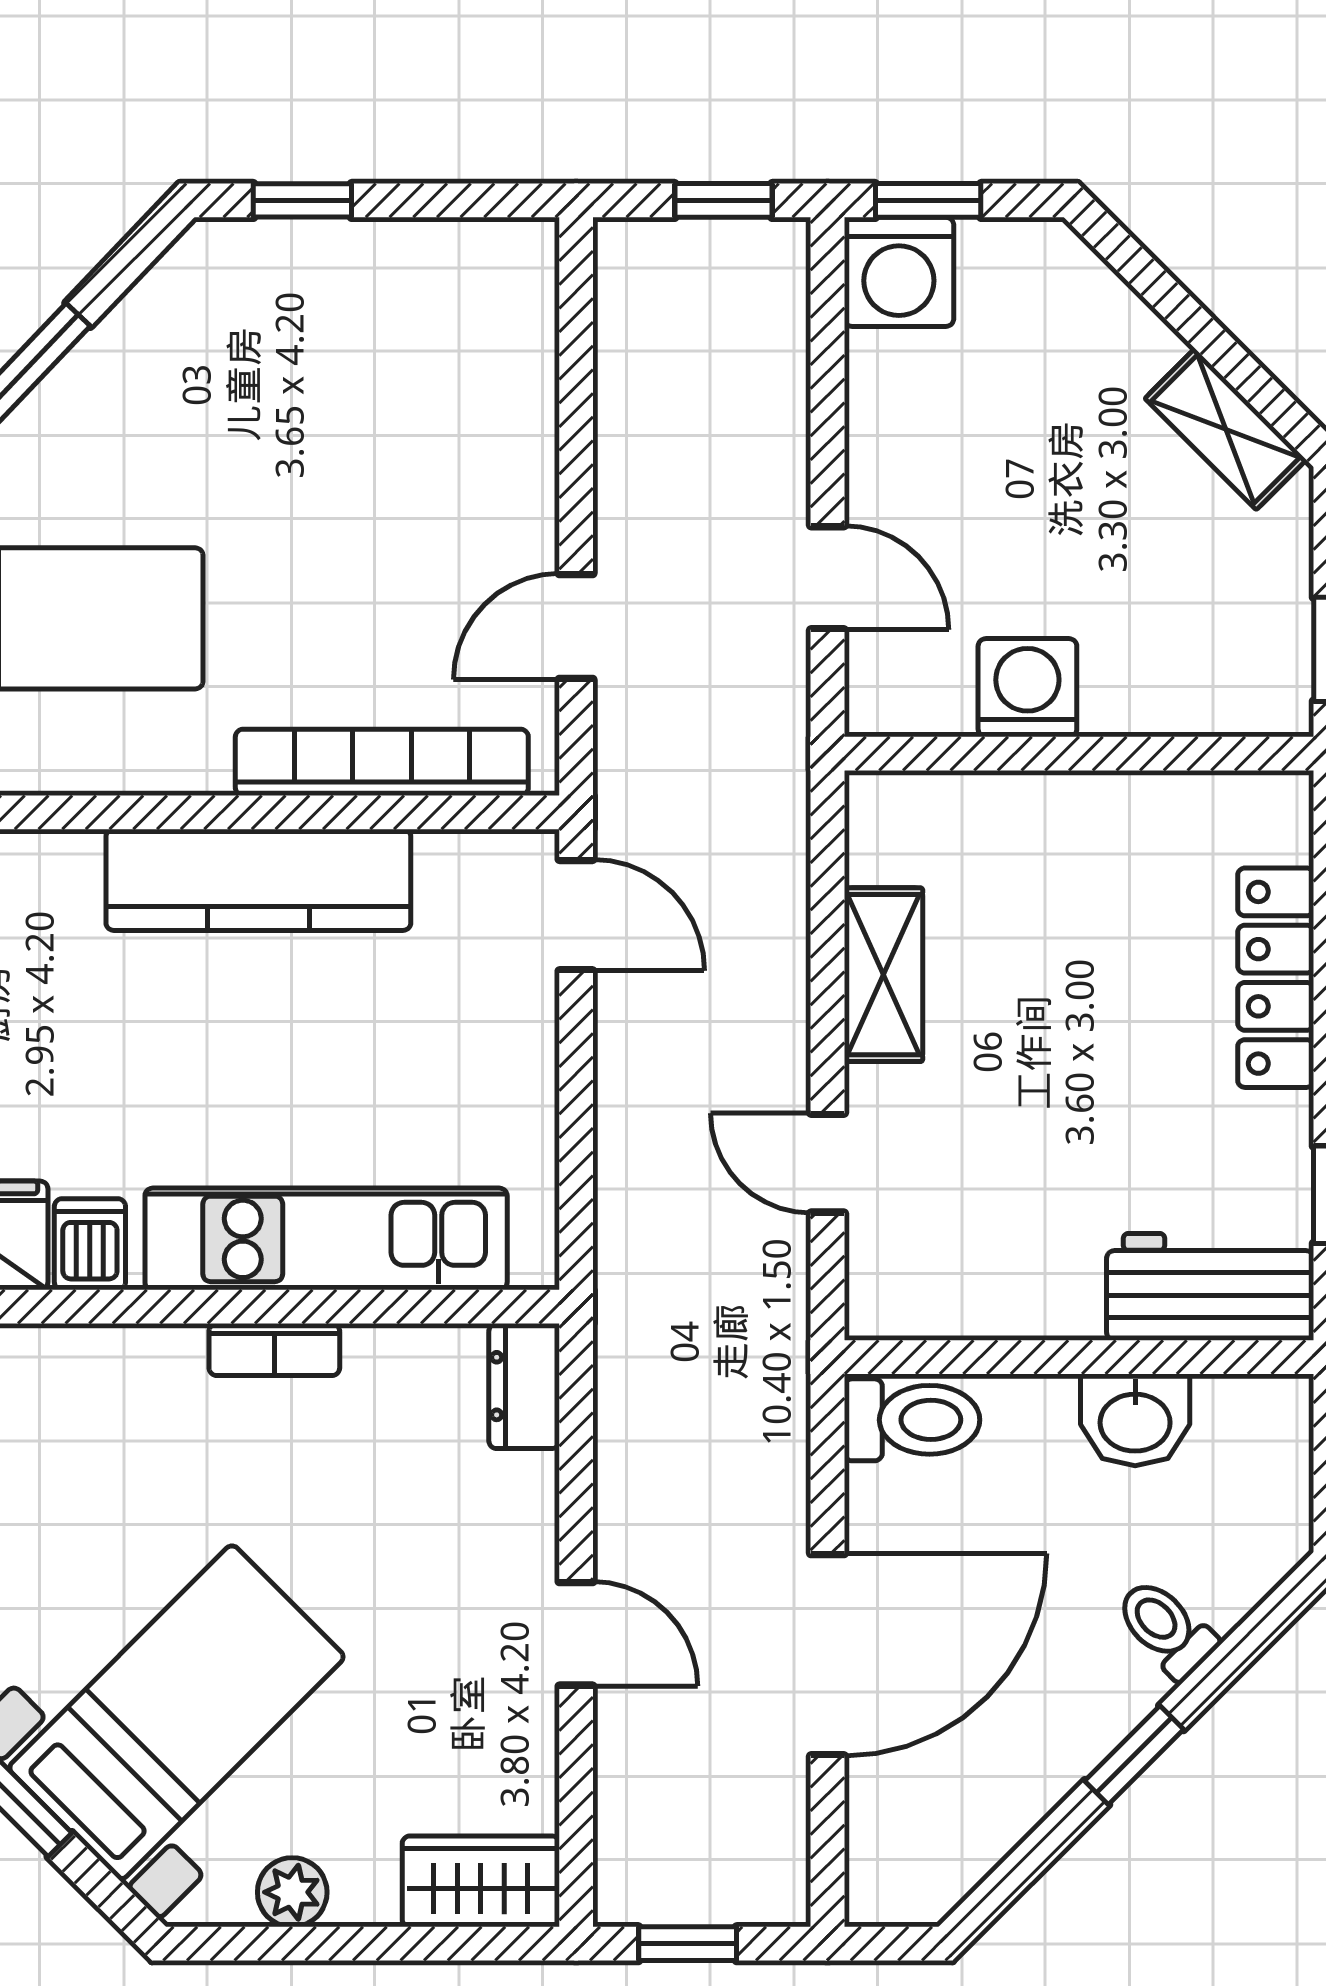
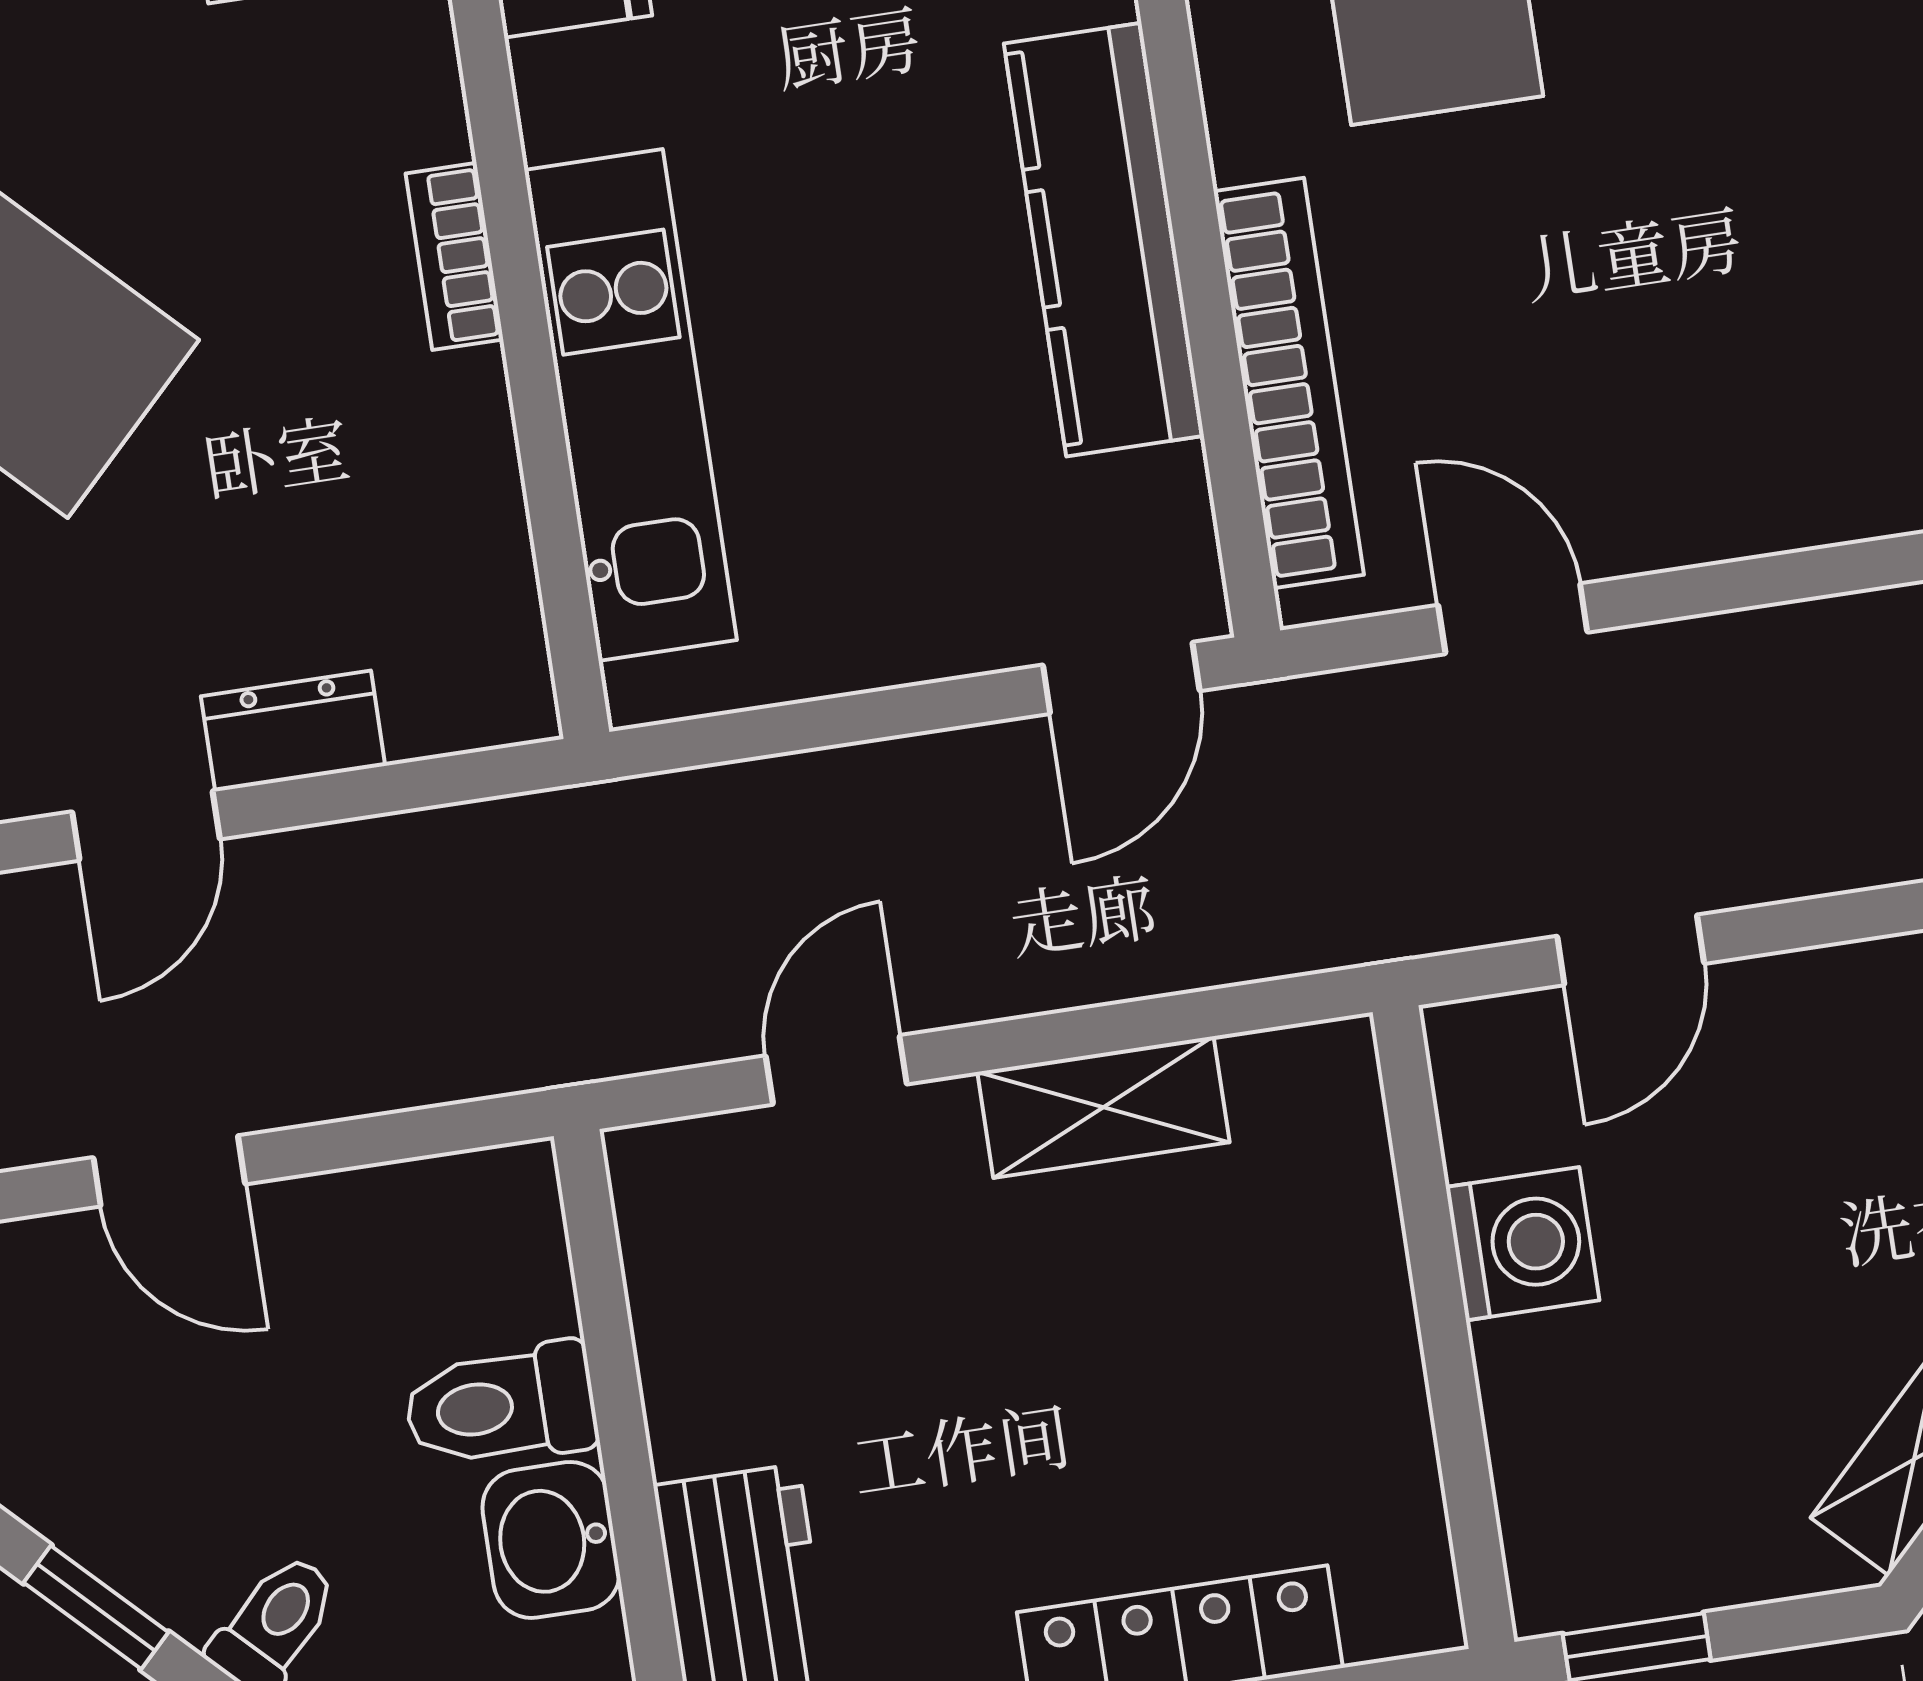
dishwasher: (90, 1244) -> (575, 86), removed
bookcase: (274, 1350) -> (454, 256), moved
dresser: (524, 1386) -> (293, 731), moved
toilet: (912, 1420) -> (501, 1406), moved, turned 90
door: (828, 1655) -> (169, 1171), width x0.53

